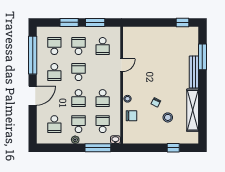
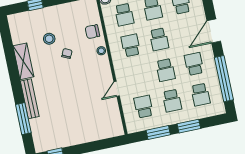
school desk: (78, 98) -> (159, 39), turned 180
shelving: (193, 110) -> (23, 61), width x0.68

